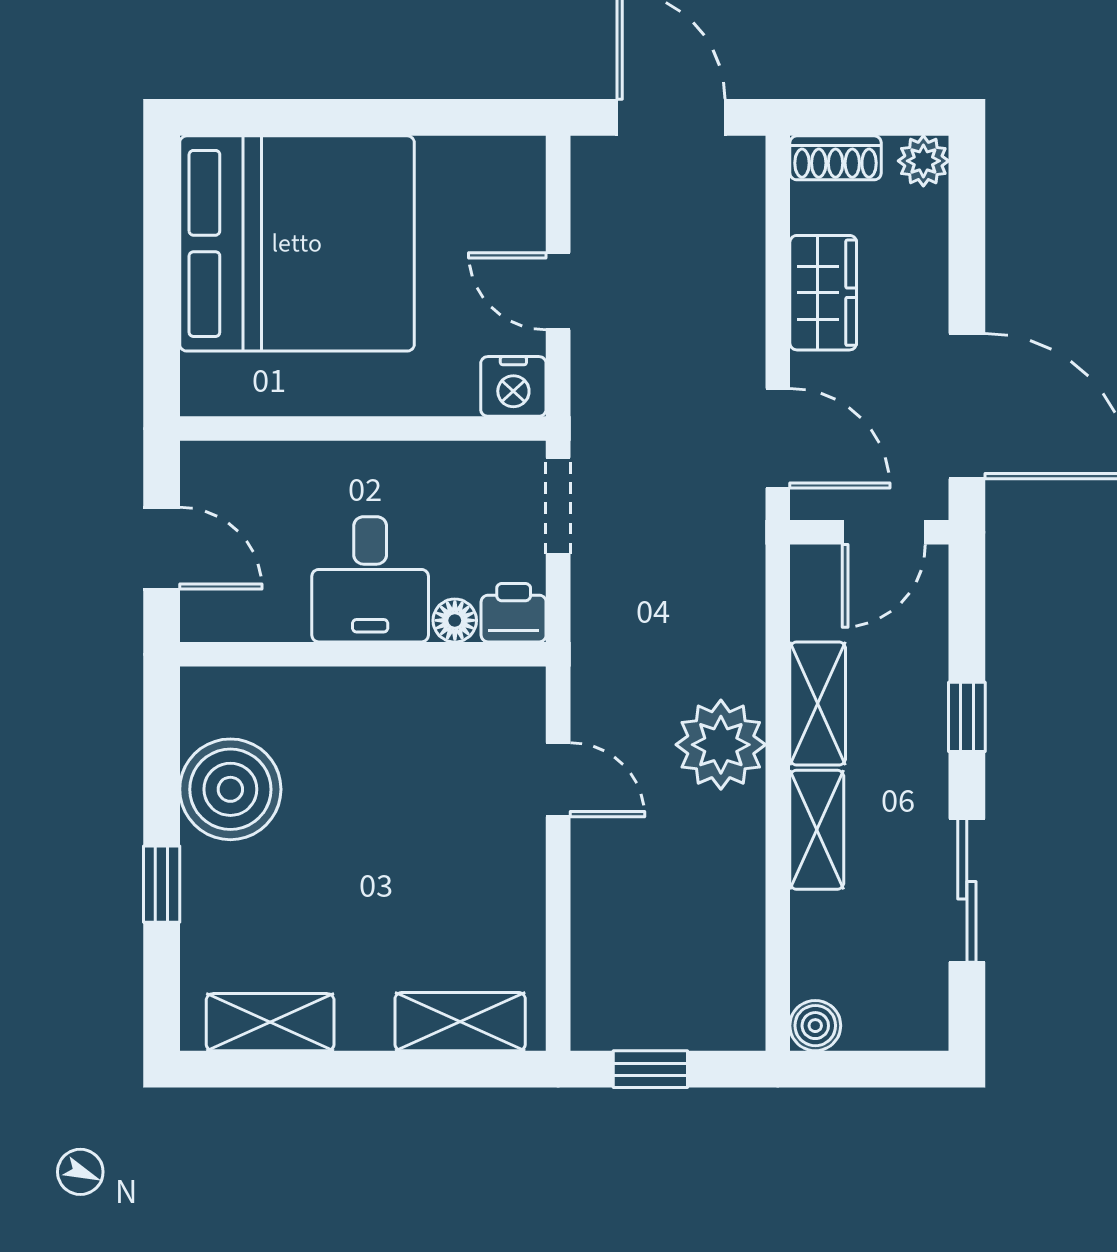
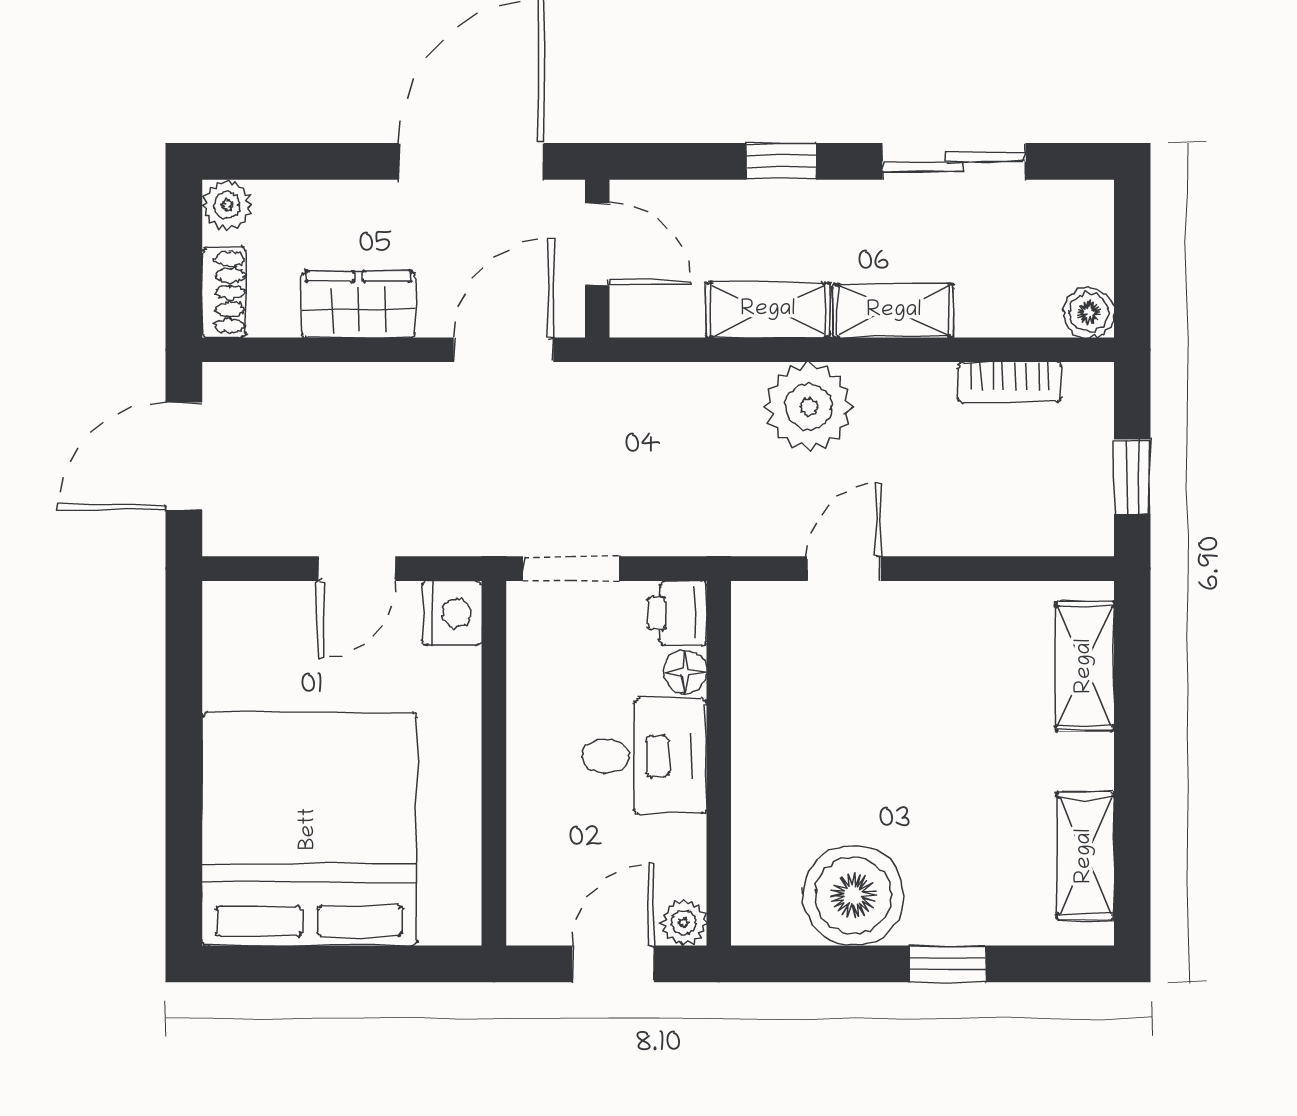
plant: (203, 619) -> (684, 923), added
bookcase: (745, 946) -> (1009, 383), added

